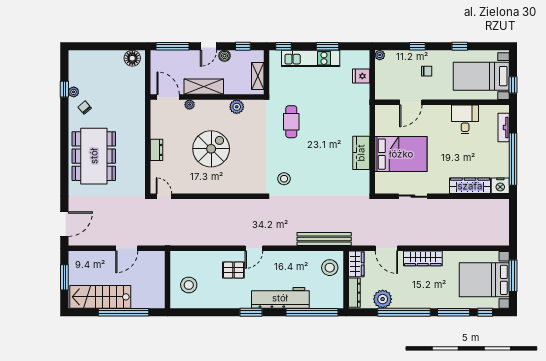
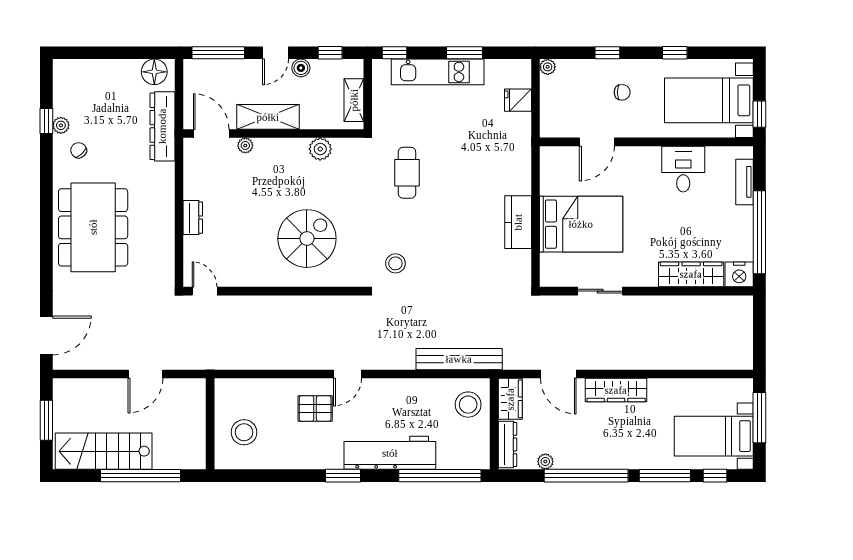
dresser: (137, 93) -> (162, 126), added
spiral stairs: (211, 149) -> (307, 239), moved
bed with nightstands: (484, 280) -> (714, 436), width x0.73
plant: (383, 299) -> (545, 461), width x0.53, depth x0.53

